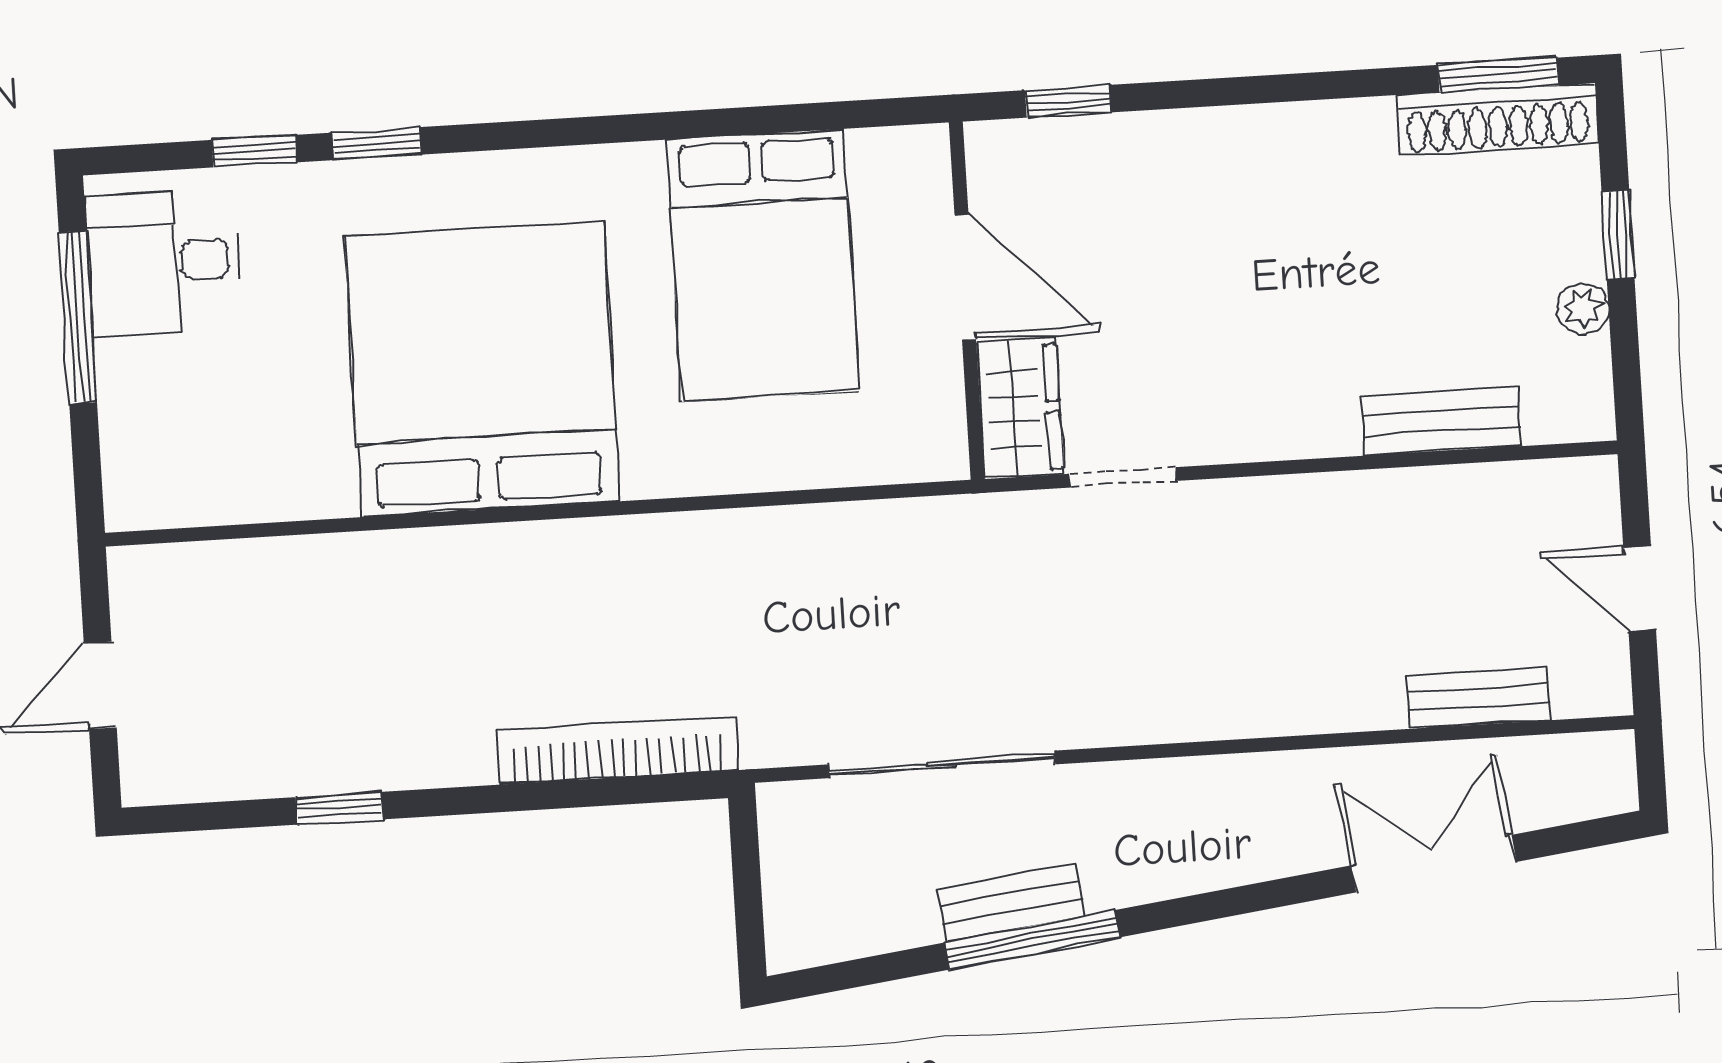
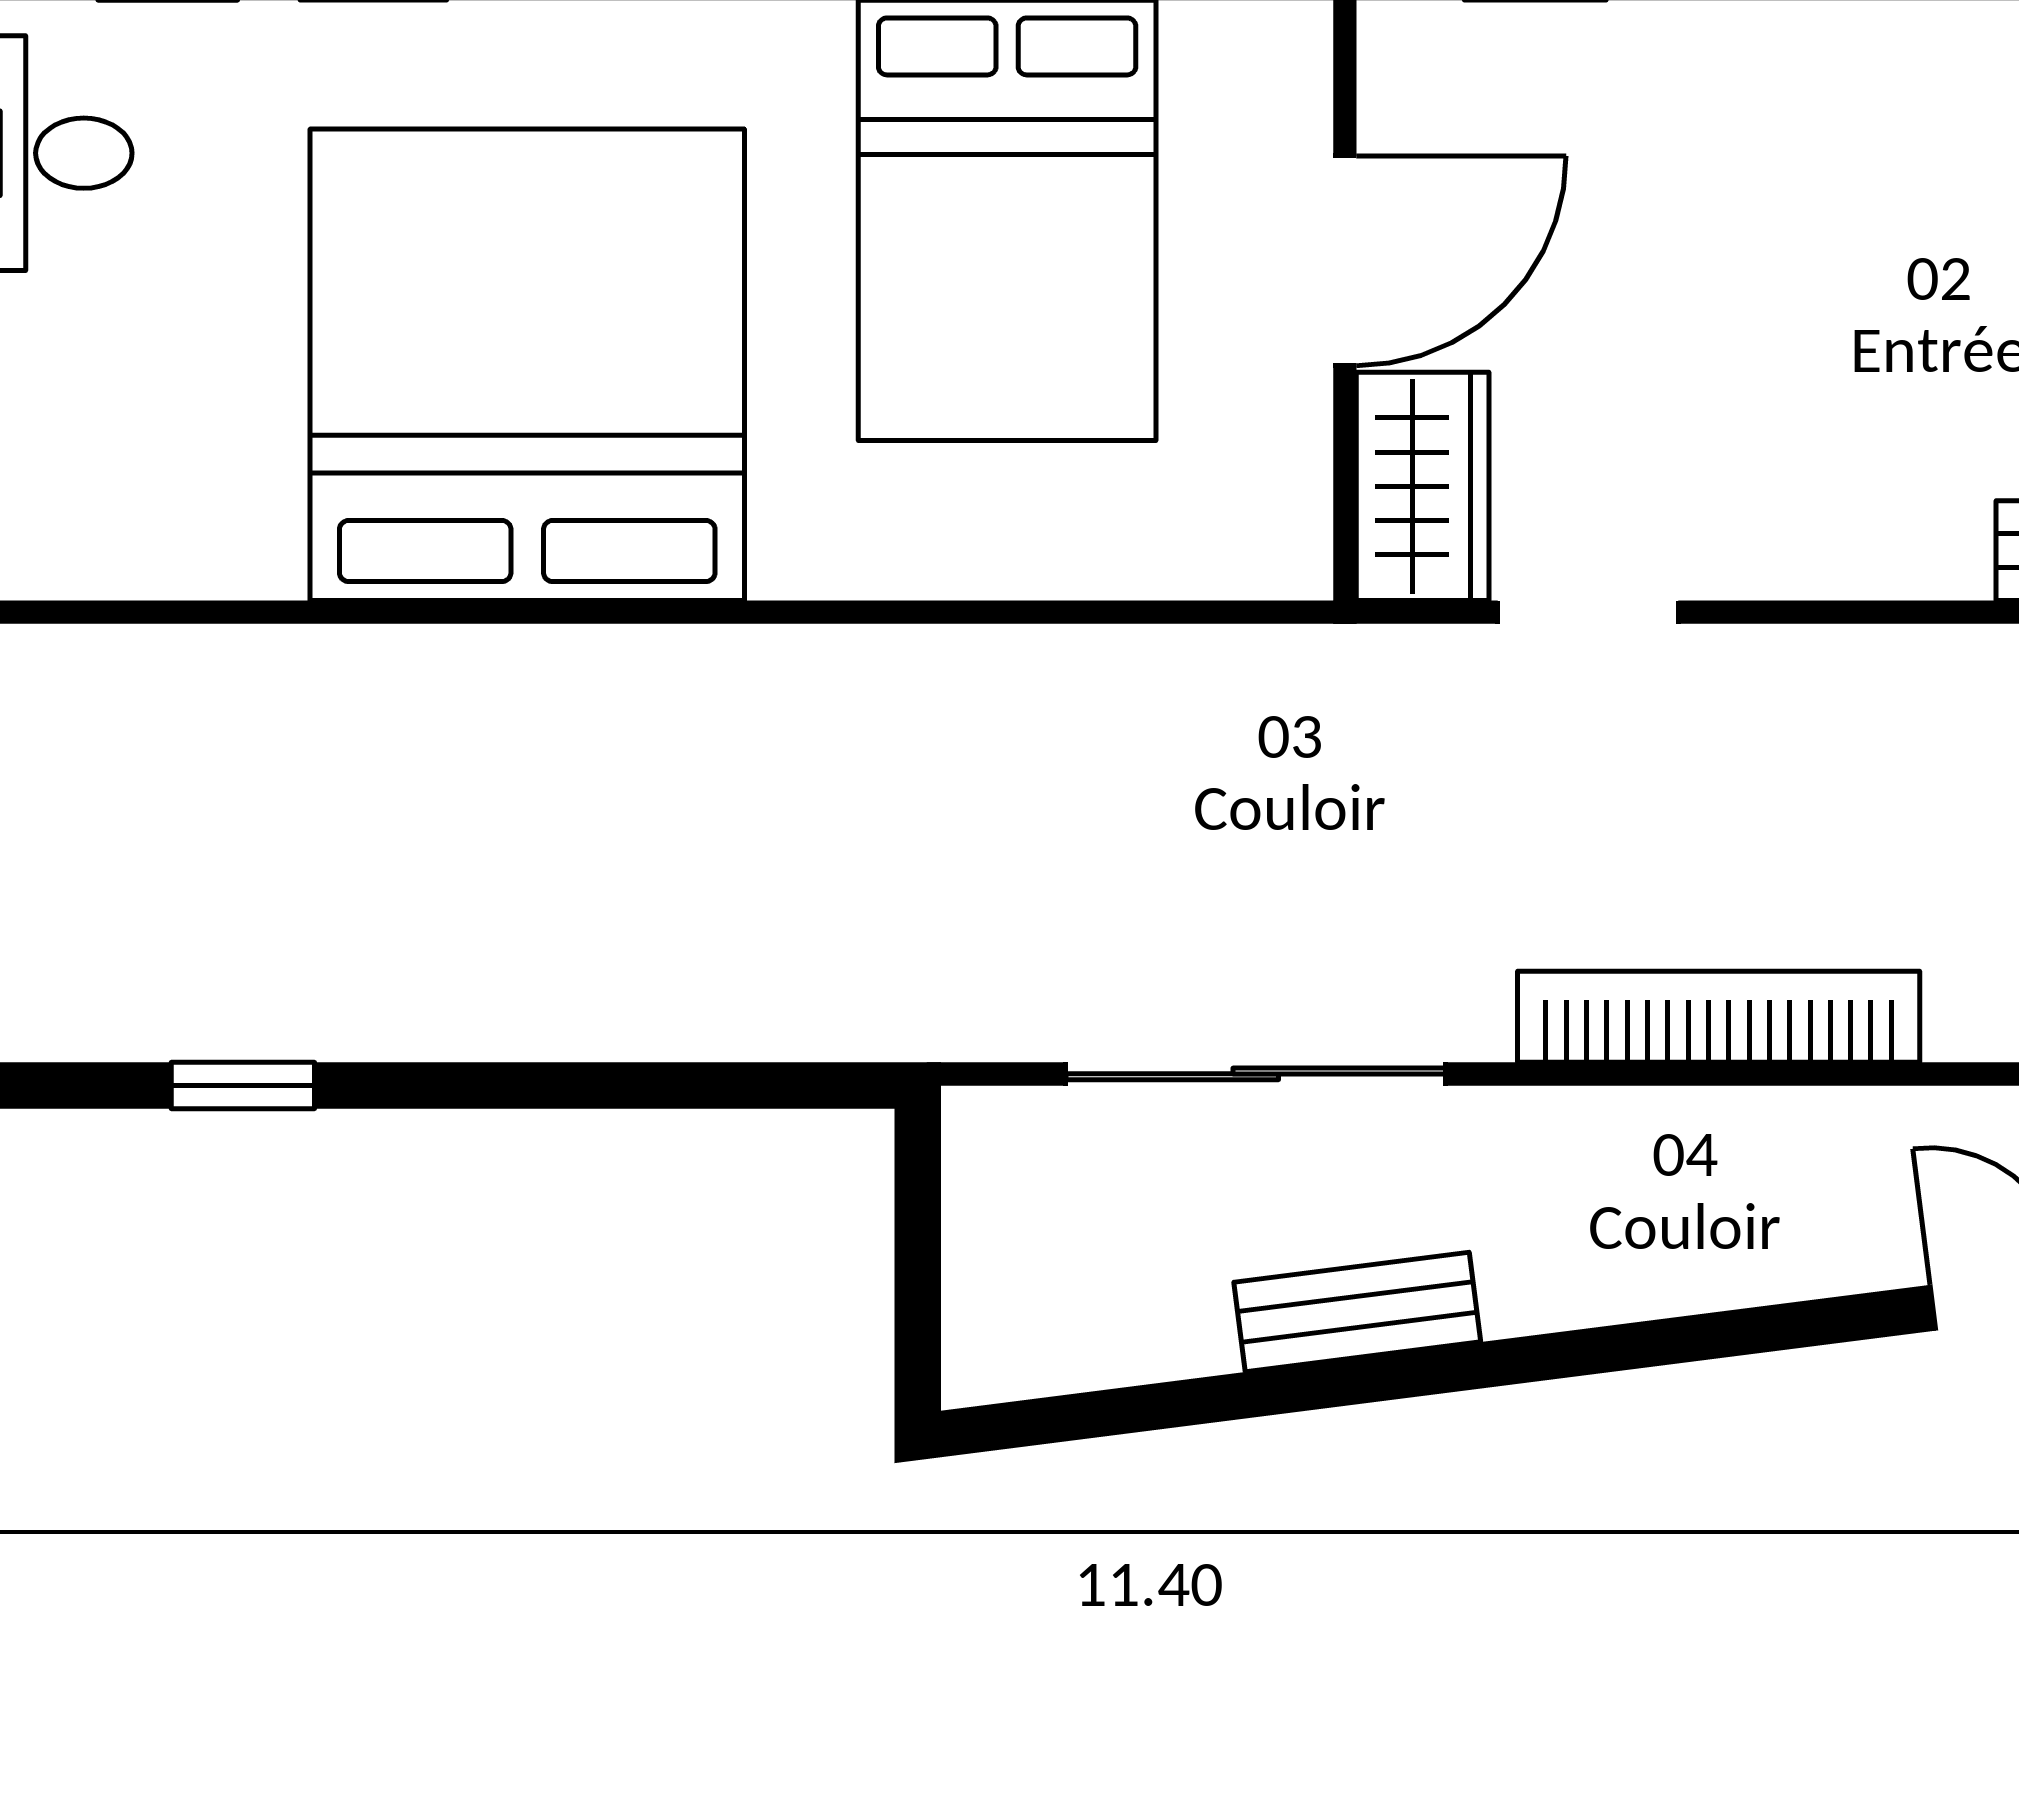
door: (965, 277) -> (1345, 261), hinge flipped
bookcase: (618, 750) -> (1719, 1017), moved
window: (1032, 940) -> (1389, 1377), removed

